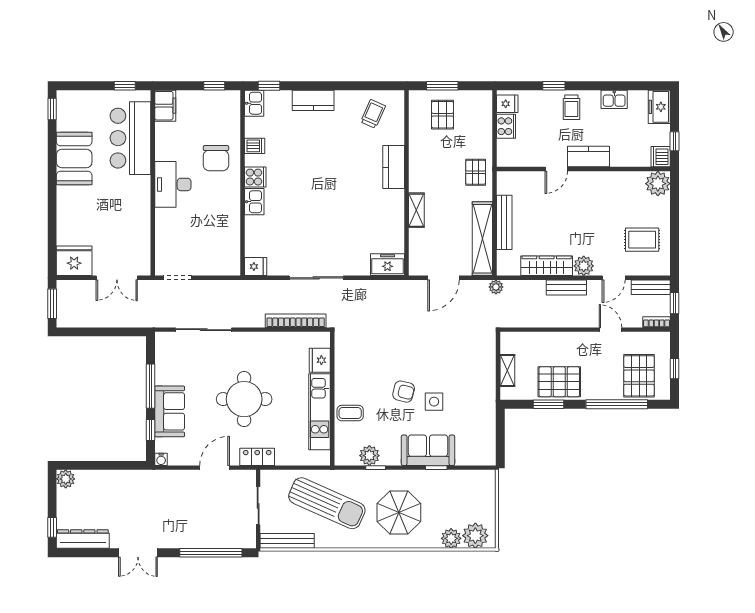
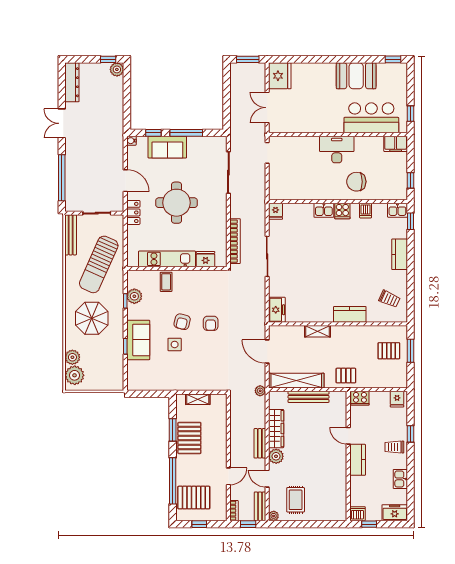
cooker: (506, 126) -> (360, 398), moved
plant: (658, 184) -> (274, 516), moved, width x0.53, depth x0.53
armchair: (406, 353) -> (211, 323), added
window: (52, 527) -> (108, 59), moved

